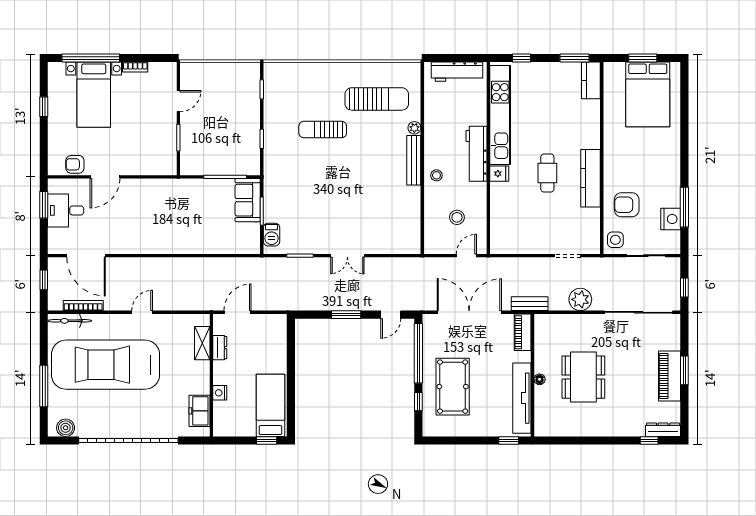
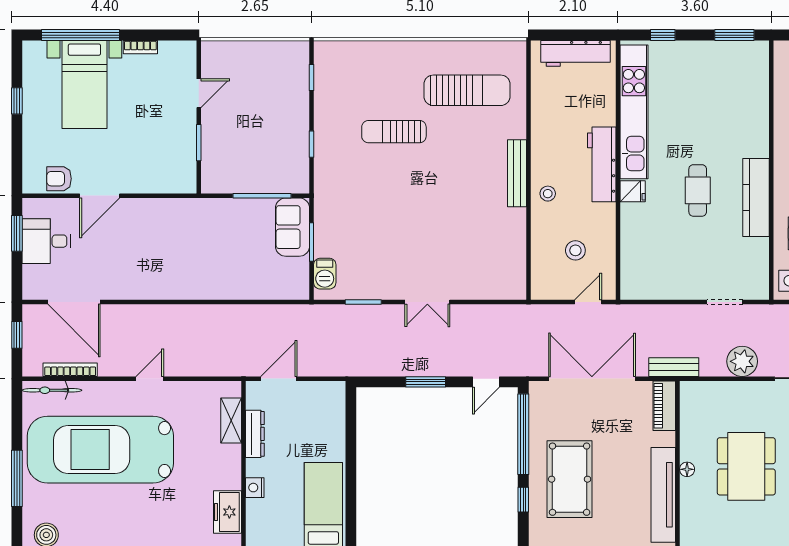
kitchen counter: (591, 80) -> (757, 65), removed
plant: (414, 128) -> (518, 129), removed
dresser: (220, 348) -> (255, 434), width x1.44

